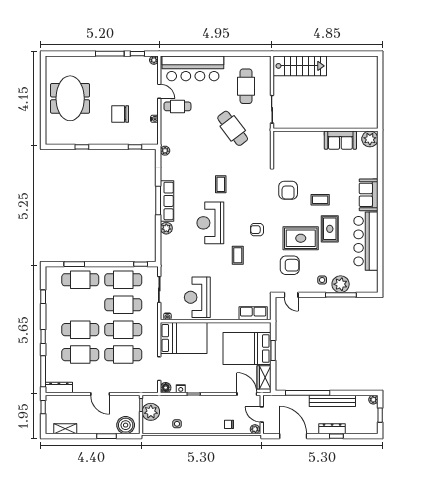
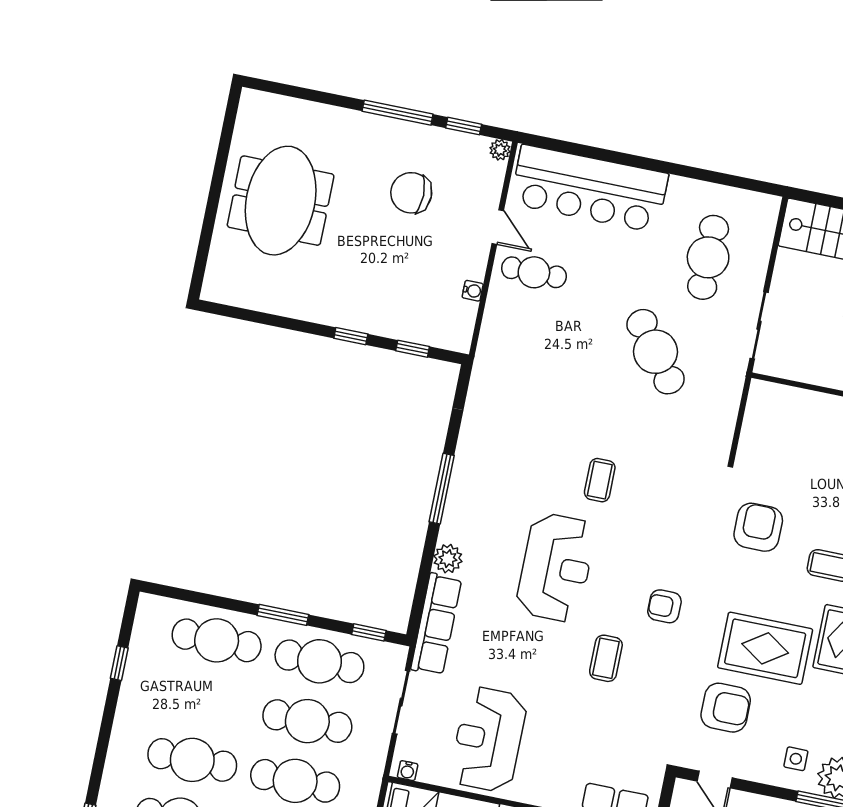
chair: (120, 114) -> (411, 193), moved
window: (82, 147) -> (351, 336), moved
plant: (165, 151) -> (483, 372), removed
armchair: (288, 190) -> (758, 527), turned 180
row of seats: (167, 201) -> (436, 624), moved
reception desk: (210, 223) -> (556, 567), turned 180
window: (74, 264) -> (283, 615), moved
window: (43, 336) -> (100, 758), removed

